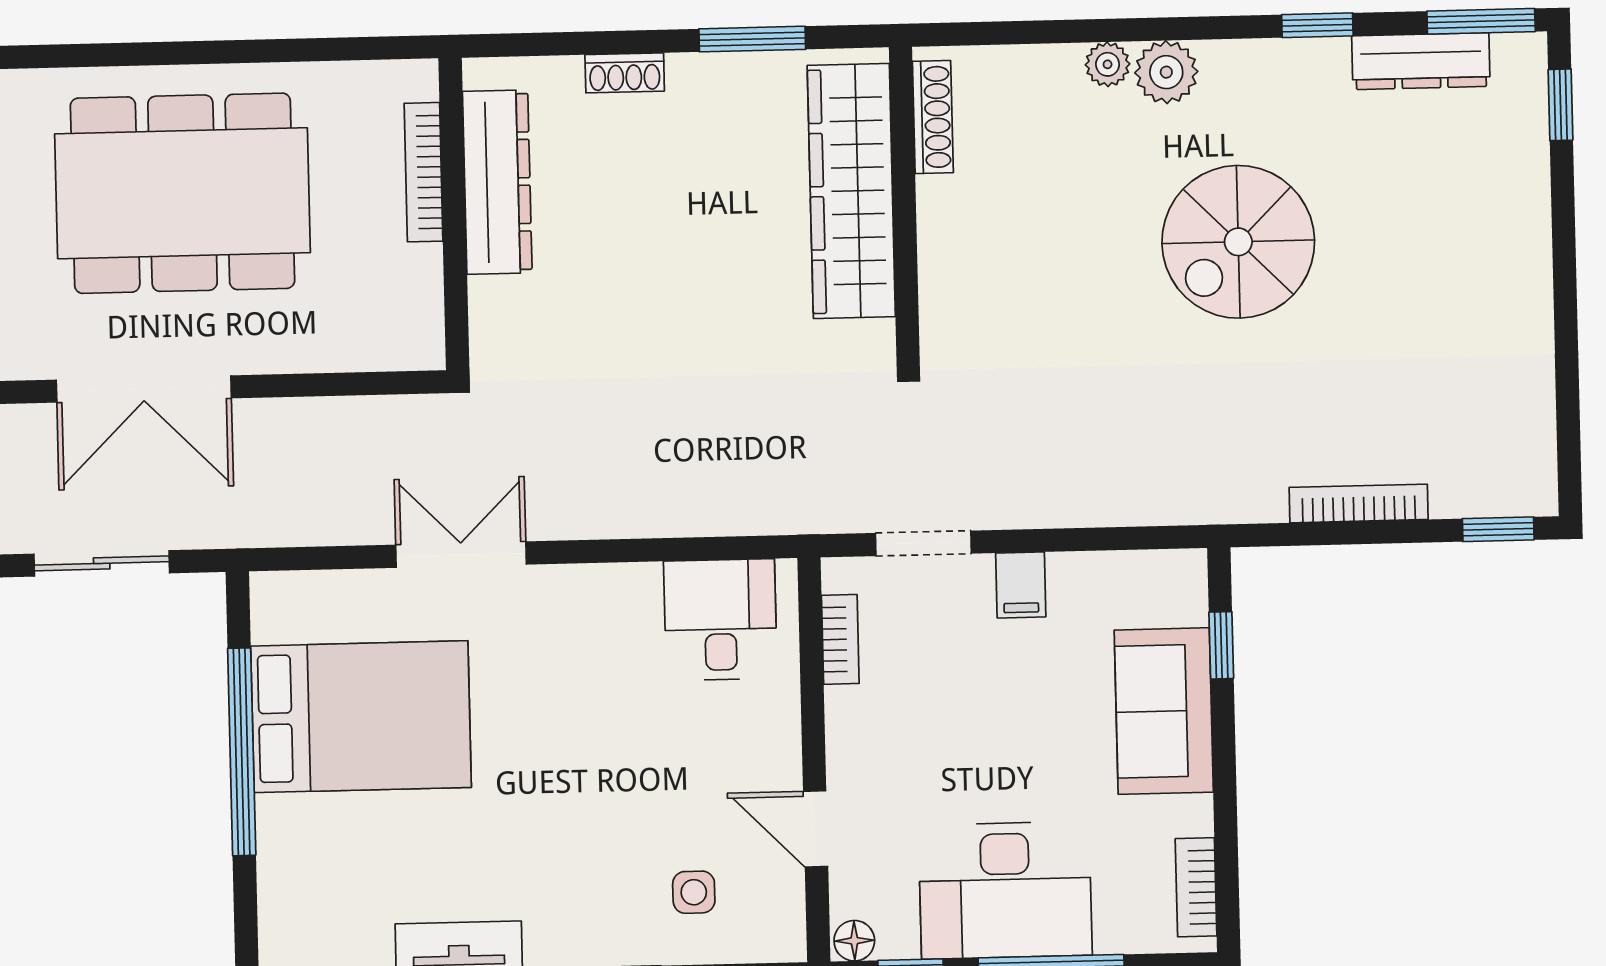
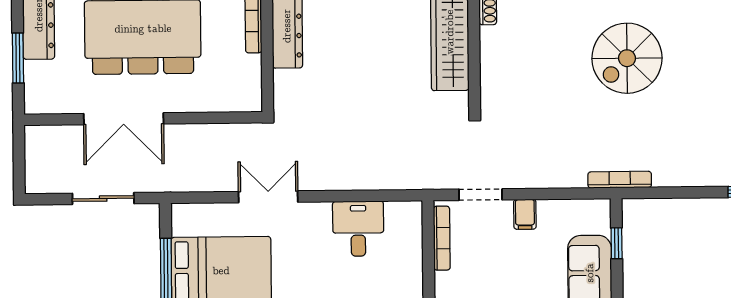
bookcase: (1359, 503) -> (620, 180), moved
desk: (720, 620) -> (358, 229), moved
bookcase: (840, 639) -> (442, 238), width x1.56

